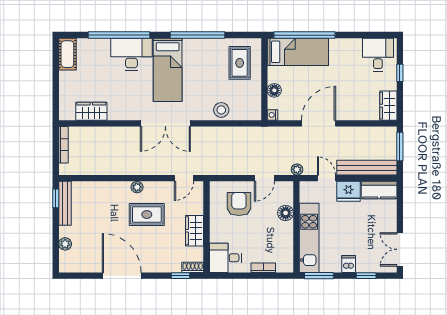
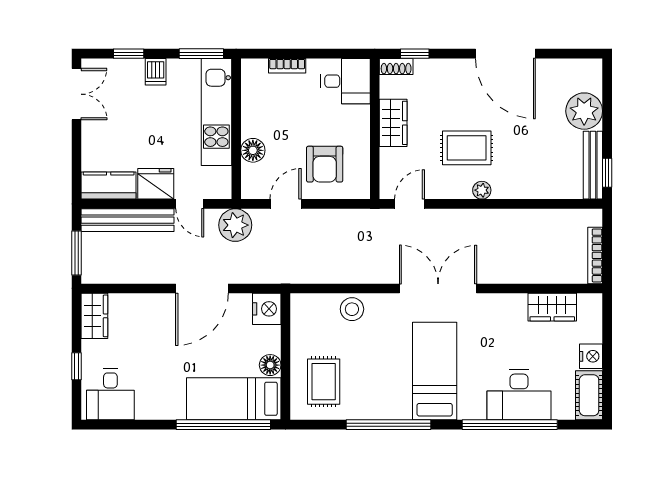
desk: (131, 54) -> (519, 395), moved
nightstand: (66, 79) -> (591, 356), added
floor lamp: (274, 90) -> (270, 365), moved
nightstand: (272, 115) -> (267, 309), width x1.89, depth x1.79
plant: (297, 169) -> (235, 225), width x1.88, depth x1.88
plant: (65, 244) -> (584, 111), width x1.88, depth x1.88

